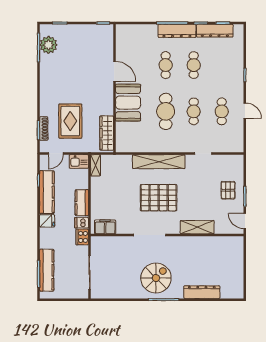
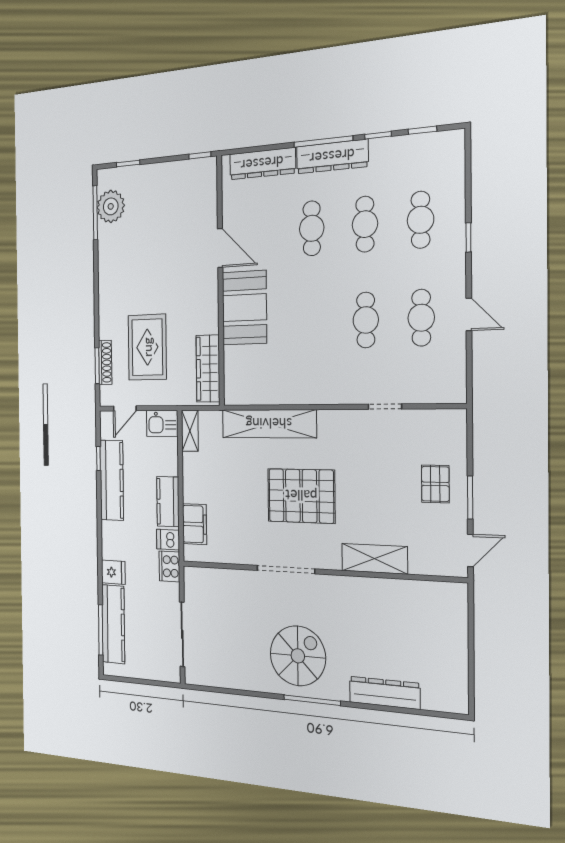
dresser: (215, 31) -> (262, 164), moved
cafe table: (166, 111) -> (421, 220), moved, width x0.73, depth x0.74
shelving: (159, 162) -> (269, 424), moved
fridge: (47, 221) -> (113, 572), moved
door: (245, 221) -> (470, 551), swing flipped
filing cabinet: (105, 227) -> (195, 524), moved, turned 90

